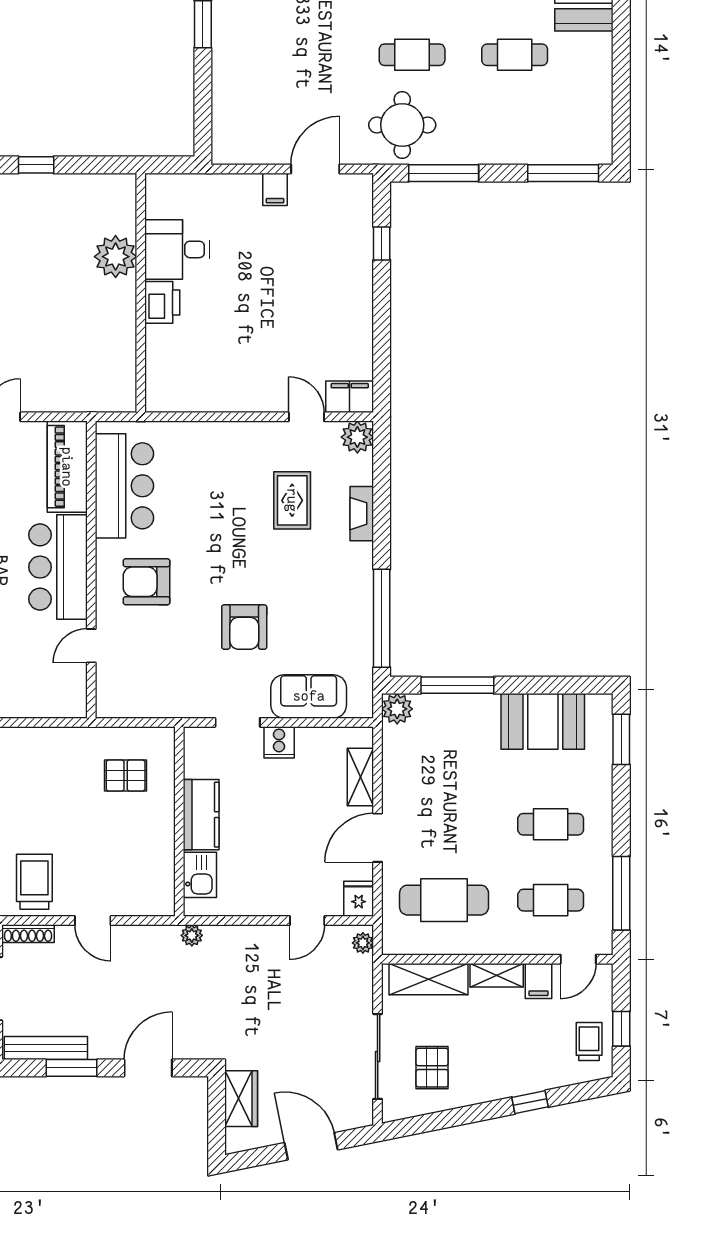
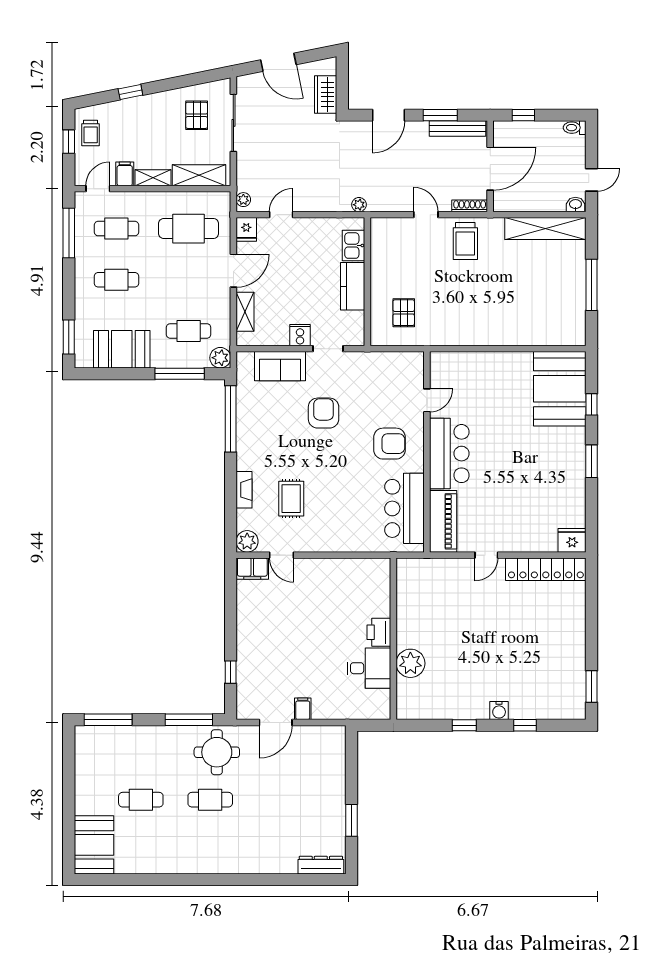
cafe table: (444, 748) -> (189, 331), added
pallet: (126, 776) -> (404, 313), turned 90

